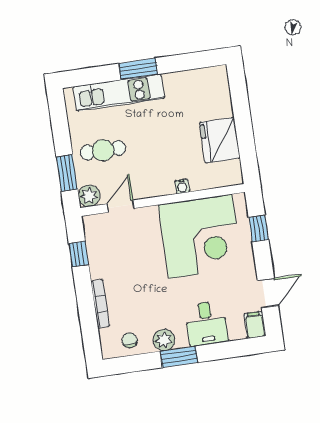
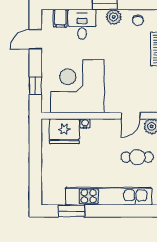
window: (138, 69) -> (72, 211), moved
kitchen unit: (119, 93) -> (109, 196), width x1.36
fridge: (220, 140) -> (64, 131), moved, turned 90
filing cabinet: (255, 325) -> (60, 18), moved

